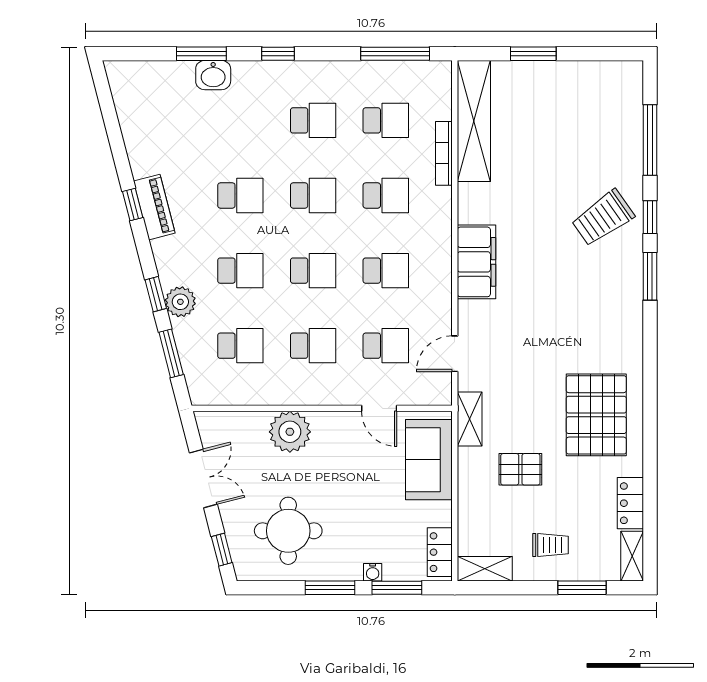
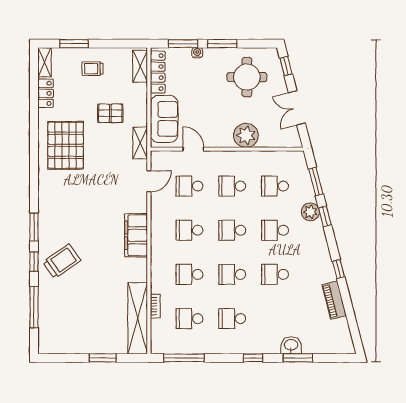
bookcase: (444, 153) -> (155, 306), width x0.64
piano: (154, 207) -> (334, 300), moved
locker: (440, 552) -> (158, 72), width x1.53
shelving: (485, 569) -> (140, 66), moved, turned 90

